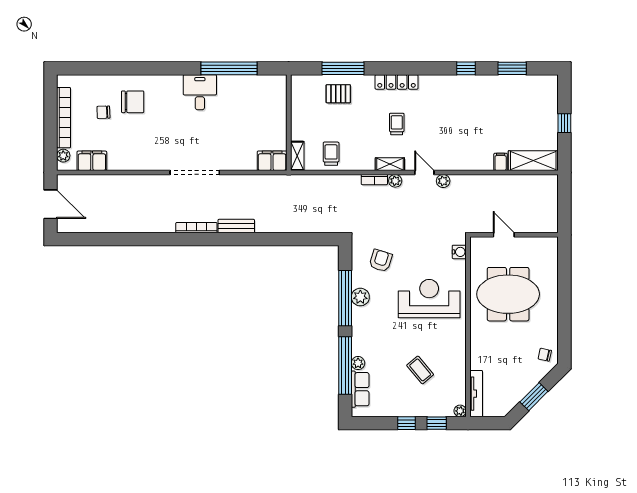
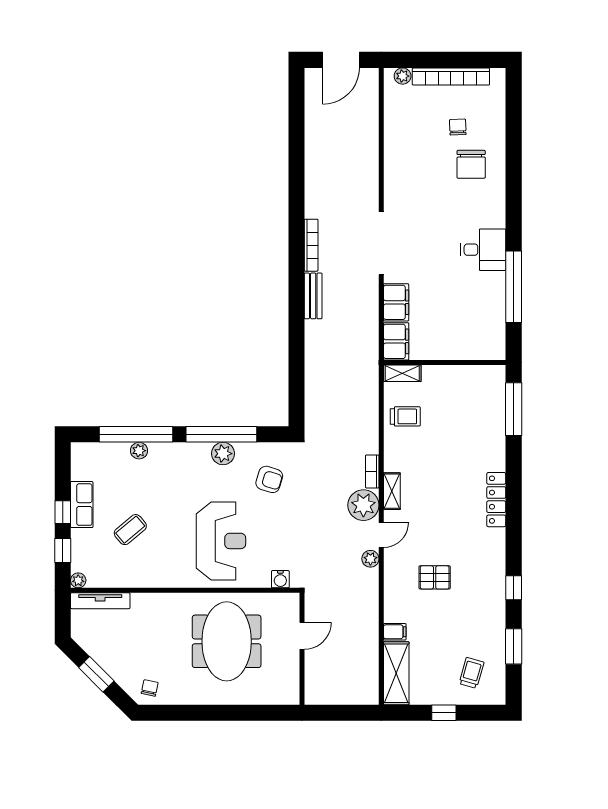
window: (343, 68) -> (514, 409), moved
pallet: (338, 94) -> (435, 577), moved, turned 90
trolley: (397, 124) -> (472, 673), moved, turned -74
filing cabinet: (92, 161) -> (396, 302), moved
plant: (395, 181) -> (363, 505), width x1.88, depth x1.88
row of seats: (360, 389) -> (82, 505), moved, turned -90

